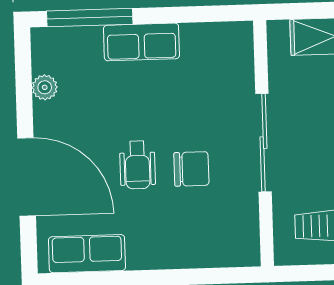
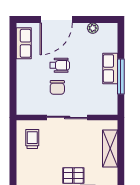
window: (90, 18) -> (121, 76), moved
wheelchair: (137, 165) -> (60, 65), turned 180

